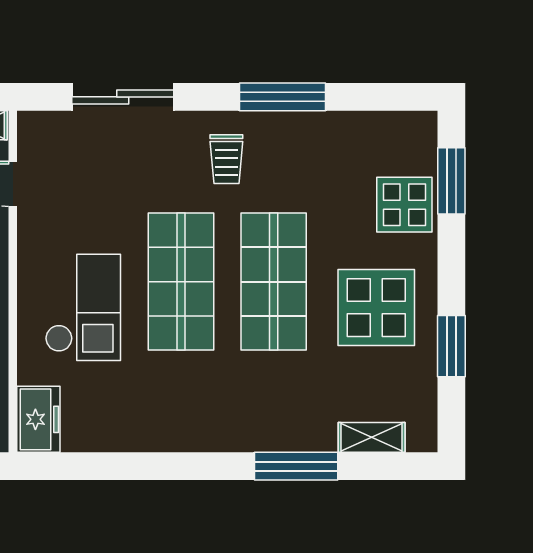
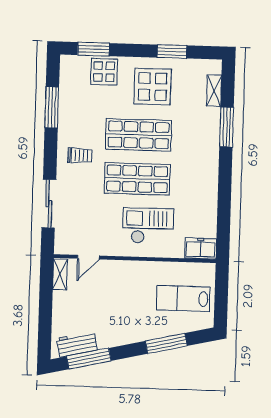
window: (282, 97) -> (52, 107), moved

